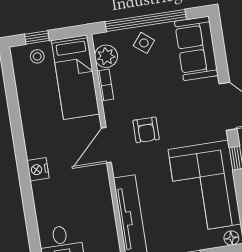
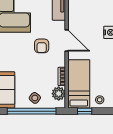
window: (37, 37) -> (85, 111), moved
armchair: (146, 130) -> (42, 46), turned 180
door: (106, 145) -> (67, 41), hinge flipped

